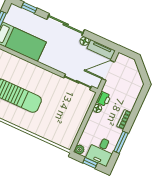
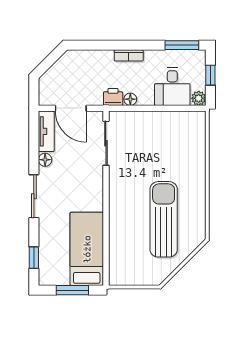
sliding door: (66, 25) -> (34, 196), width x0.73
window: (121, 142) -> (182, 45), moved
desk: (101, 151) -> (172, 87), moved, turned 90

